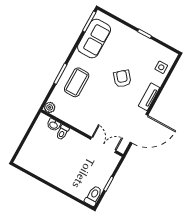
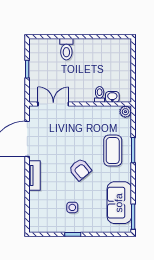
side table: (161, 67) -> (72, 207), moved
armchair: (122, 79) -> (80, 170), moved
double door: (103, 145) -> (53, 104), swing flipped
toilet: (93, 196) -> (66, 49), moved

